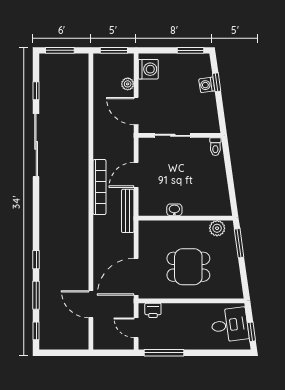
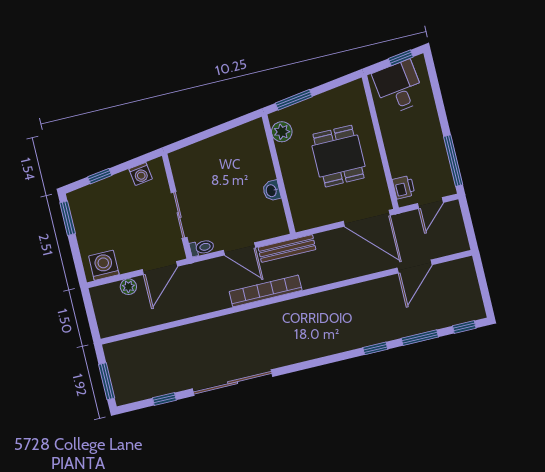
window: (114, 50) -> (91, 314), removed
washing machine: (207, 85) -> (141, 174), moved
toilet: (215, 147) -> (202, 248), moved

